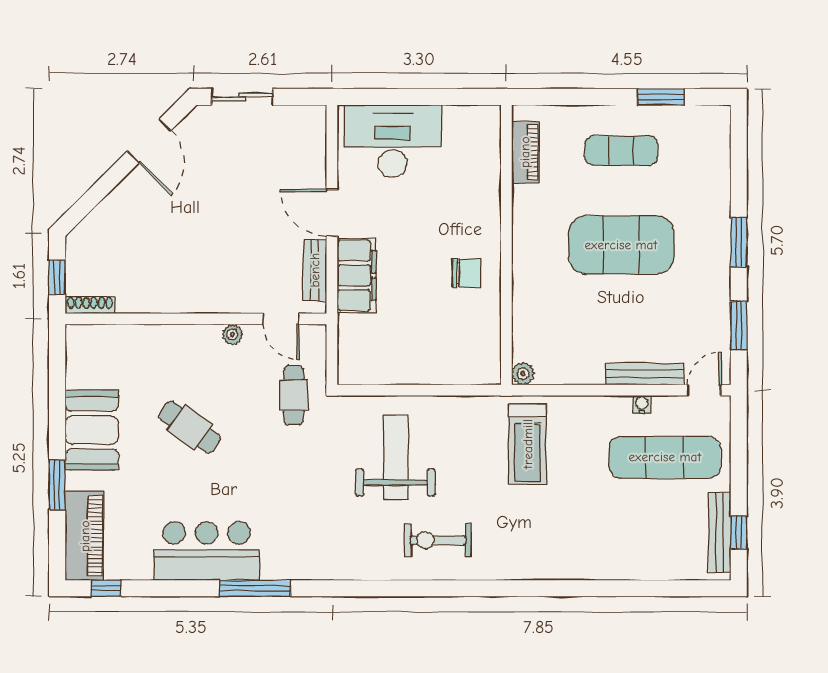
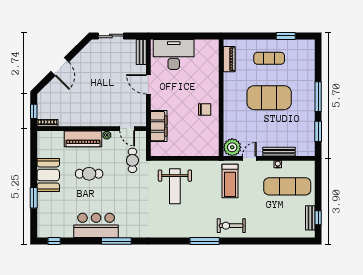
door: (149, 141) -> (60, 67), moved
window: (739, 242) -> (318, 97), width x1.44
bench: (315, 270) -> (141, 52), moved
filing cabinet: (357, 275) -> (159, 126), moved
plant: (523, 374) -> (232, 147), width x1.88, depth x1.88
door: (704, 390) -> (249, 158), moved
cafe table: (190, 427) -> (89, 174), turned -36
weight bench: (396, 457) -> (175, 186), turned 180
bench: (720, 533) -> (310, 218), width x0.73
piano: (85, 536) -> (83, 139), moved, turned 90
exercise bike: (438, 540) -> (231, 226), moved
window: (467, 588) -> (205, 241), added

